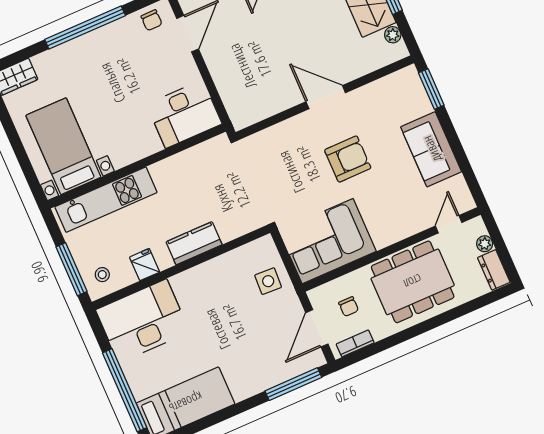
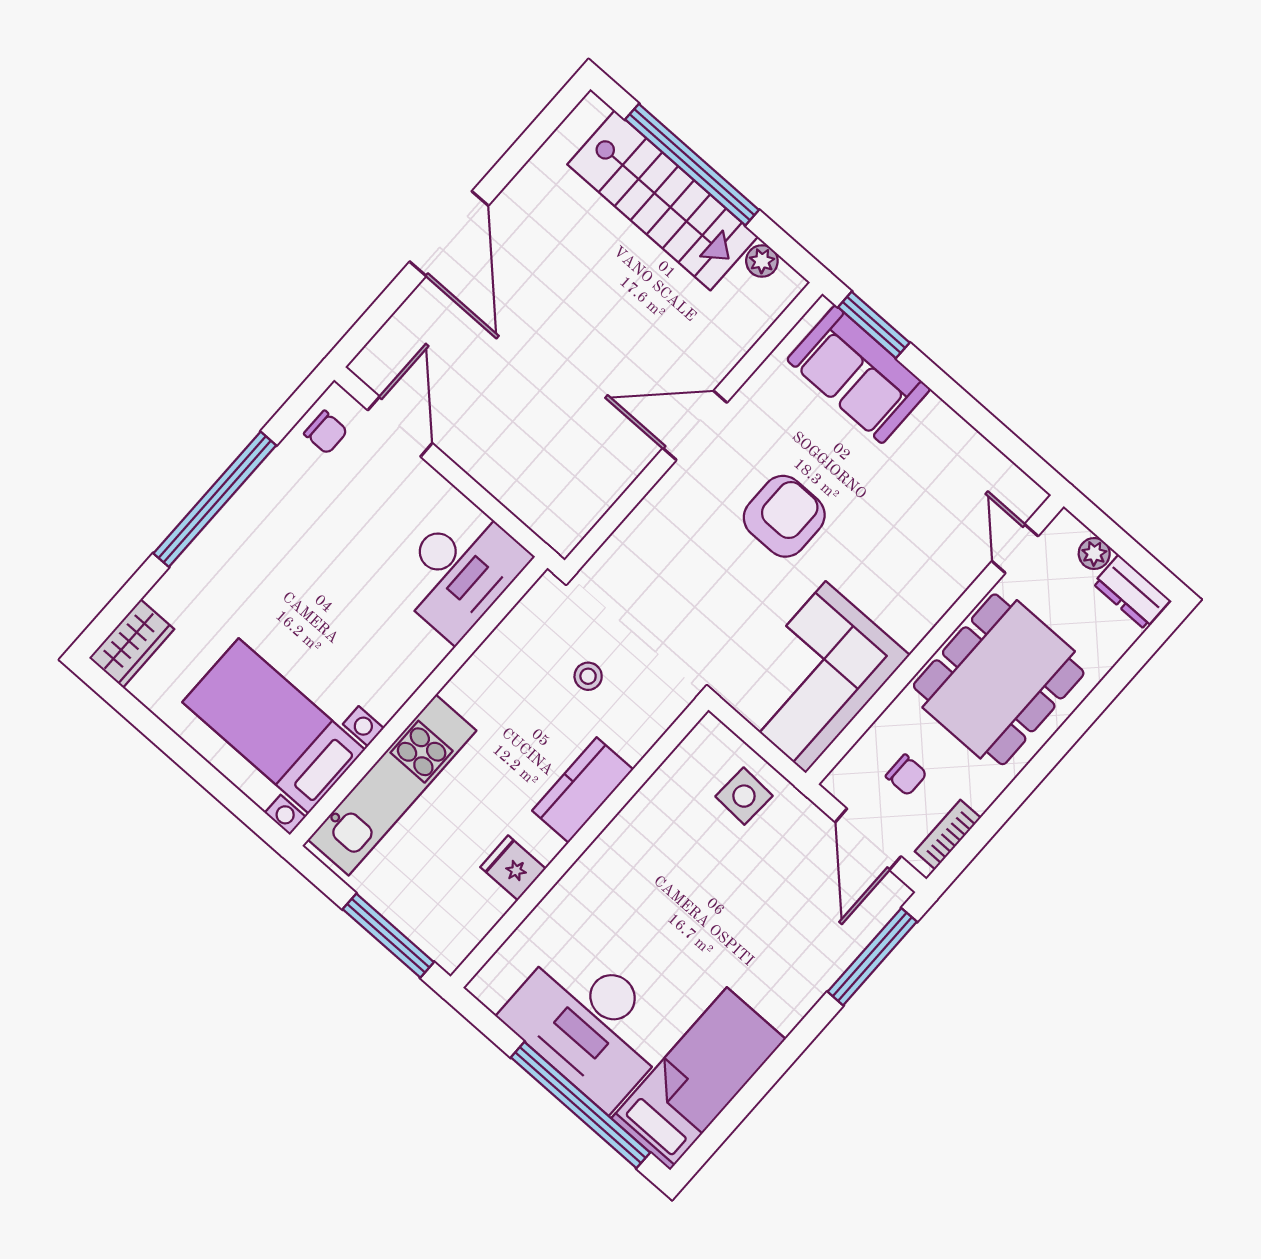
sofa: (431, 149) -> (859, 374), moved
stool: (102, 275) -> (588, 676), moved
desk: (143, 321) -> (589, 1024), moved, turned -90

